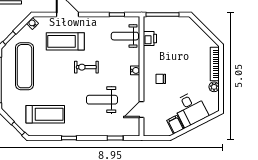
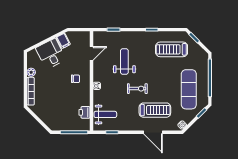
weight bench: (102, 100) -> (124, 62), turned -90

